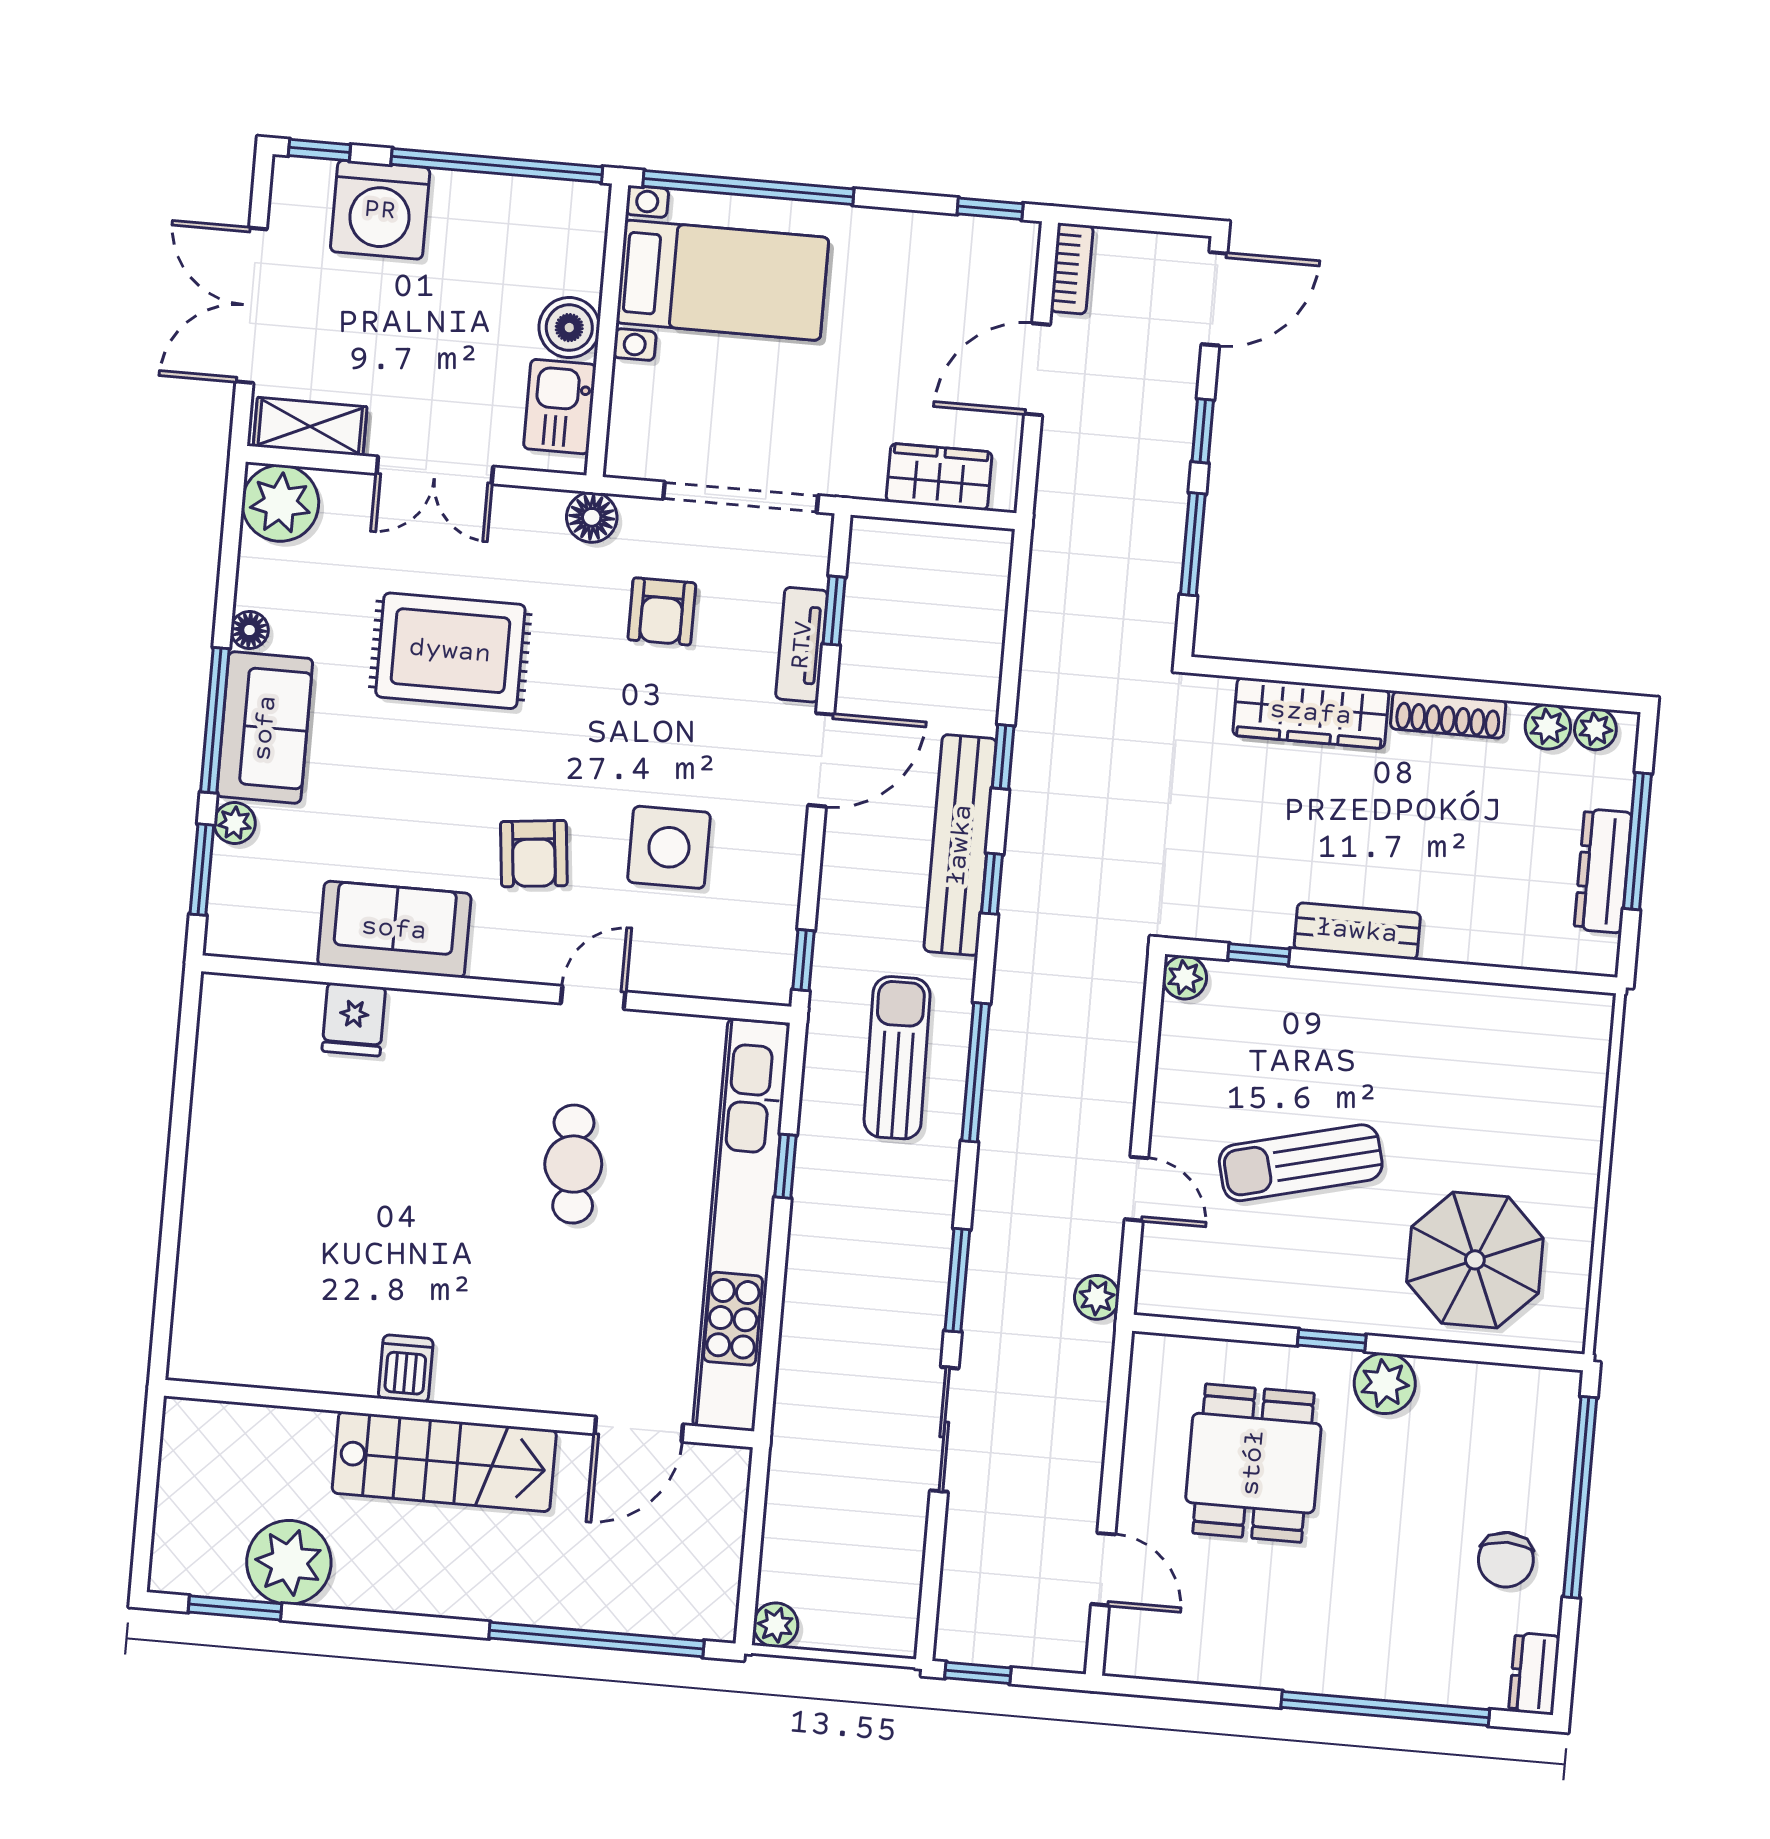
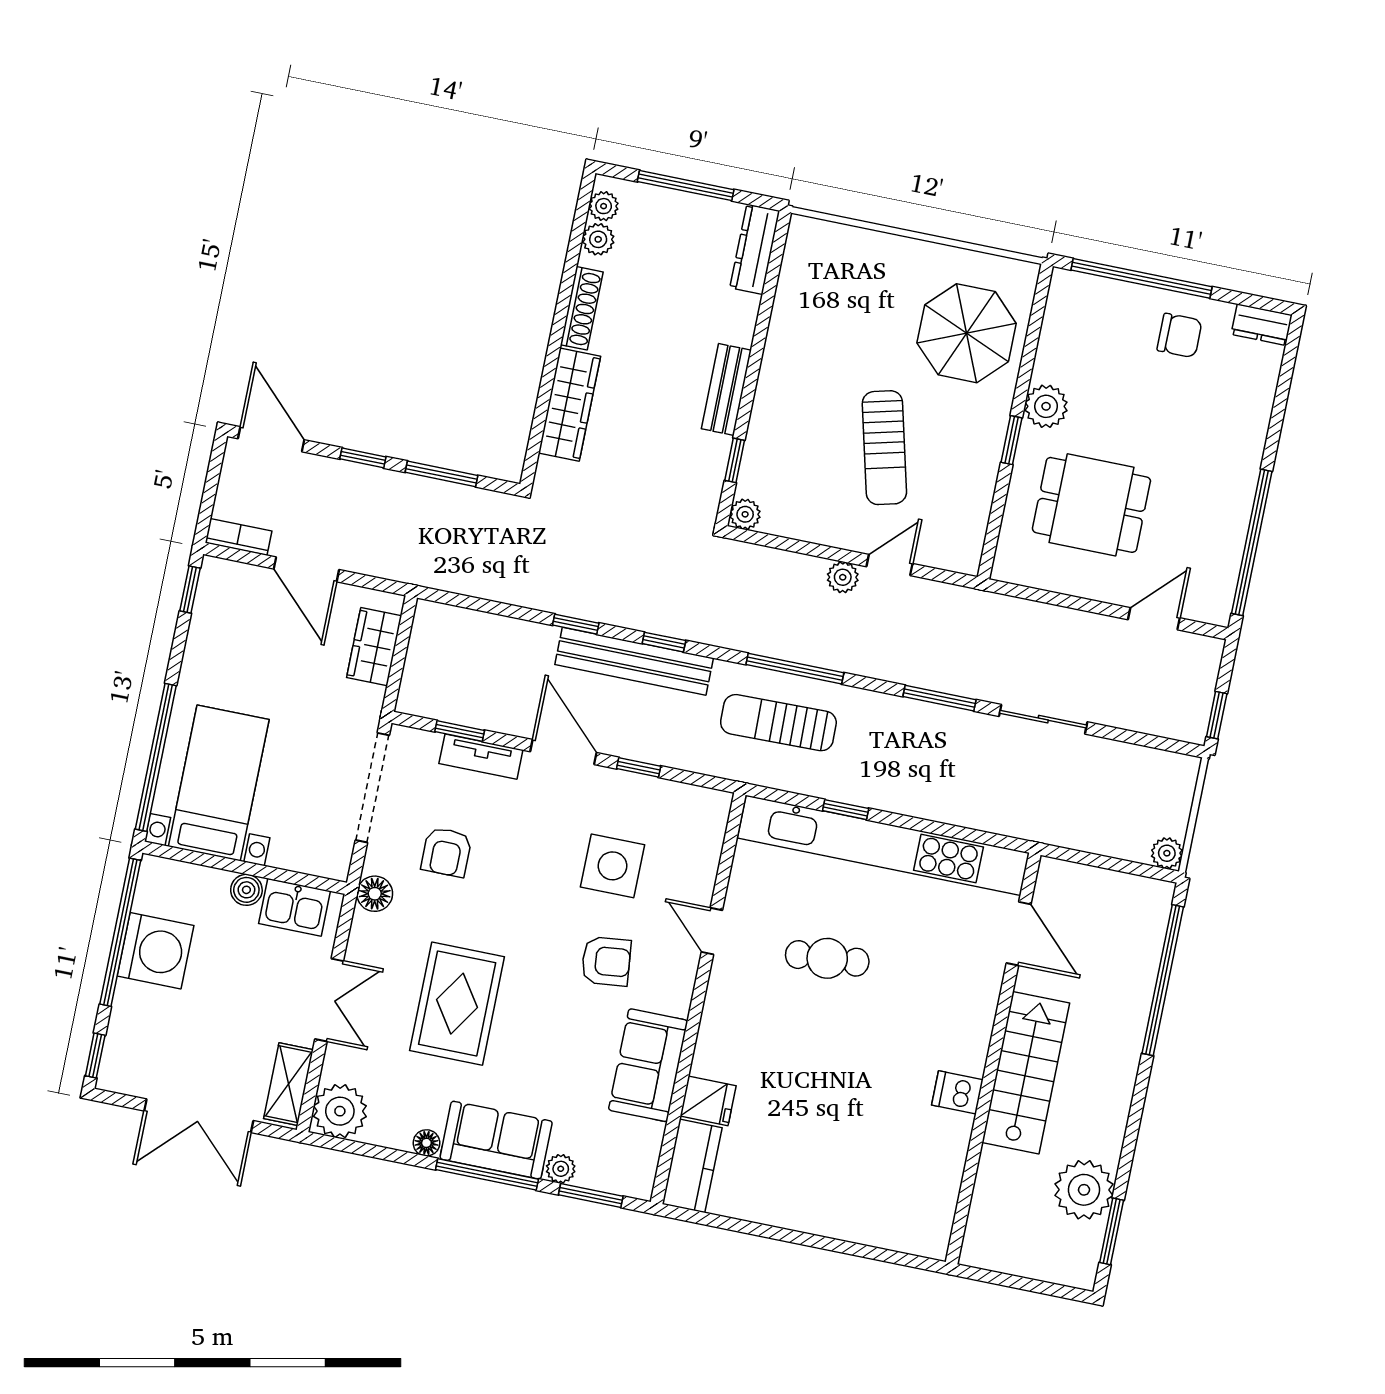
washing machine: (380, 210) -> (155, 951), moved
boiler: (569, 328) -> (246, 890), width x0.73, depth x0.73
armchair: (662, 611) -> (446, 852), turned 90
dresser: (1603, 871) -> (755, 249), moved, turned 90
window: (804, 960) -> (639, 767), moved
kitchen counter: (260, 1007) -> (692, 1166), added
plant: (1097, 1297) -> (843, 577), moved
window: (1385, 1709) -> (1252, 542), moved

